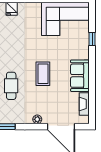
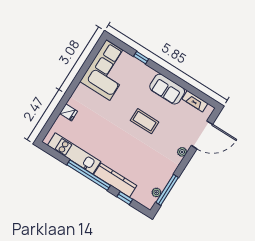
cafe table: (11, 86) -> (137, 156), removed

